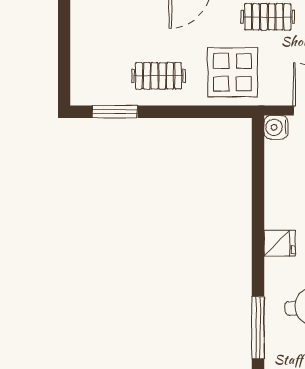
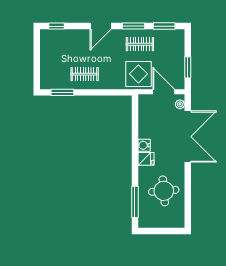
display table: (232, 72) -> (138, 74), moved
water cooler: (276, 127) -> (144, 145), moved

